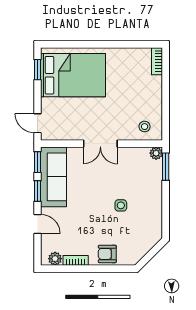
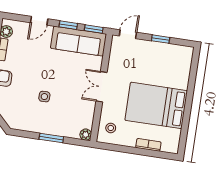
bookcase: (157, 61) -> (148, 145), moved
window: (38, 70) -> (161, 39), moved
bed: (73, 75) -> (156, 105), moved, turned 90
window: (166, 167) -> (51, 138), moved

